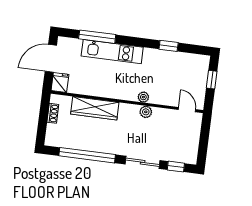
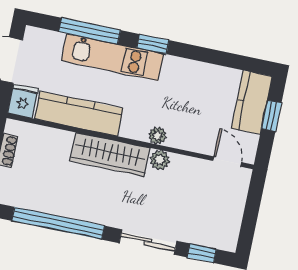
window: (169, 46) -> (153, 44), moved
kitchen counter: (199, 72) -> (252, 102), added
kitchen counter: (94, 88) -> (79, 114), added
wardrobe: (95, 108) -> (110, 154), moved

